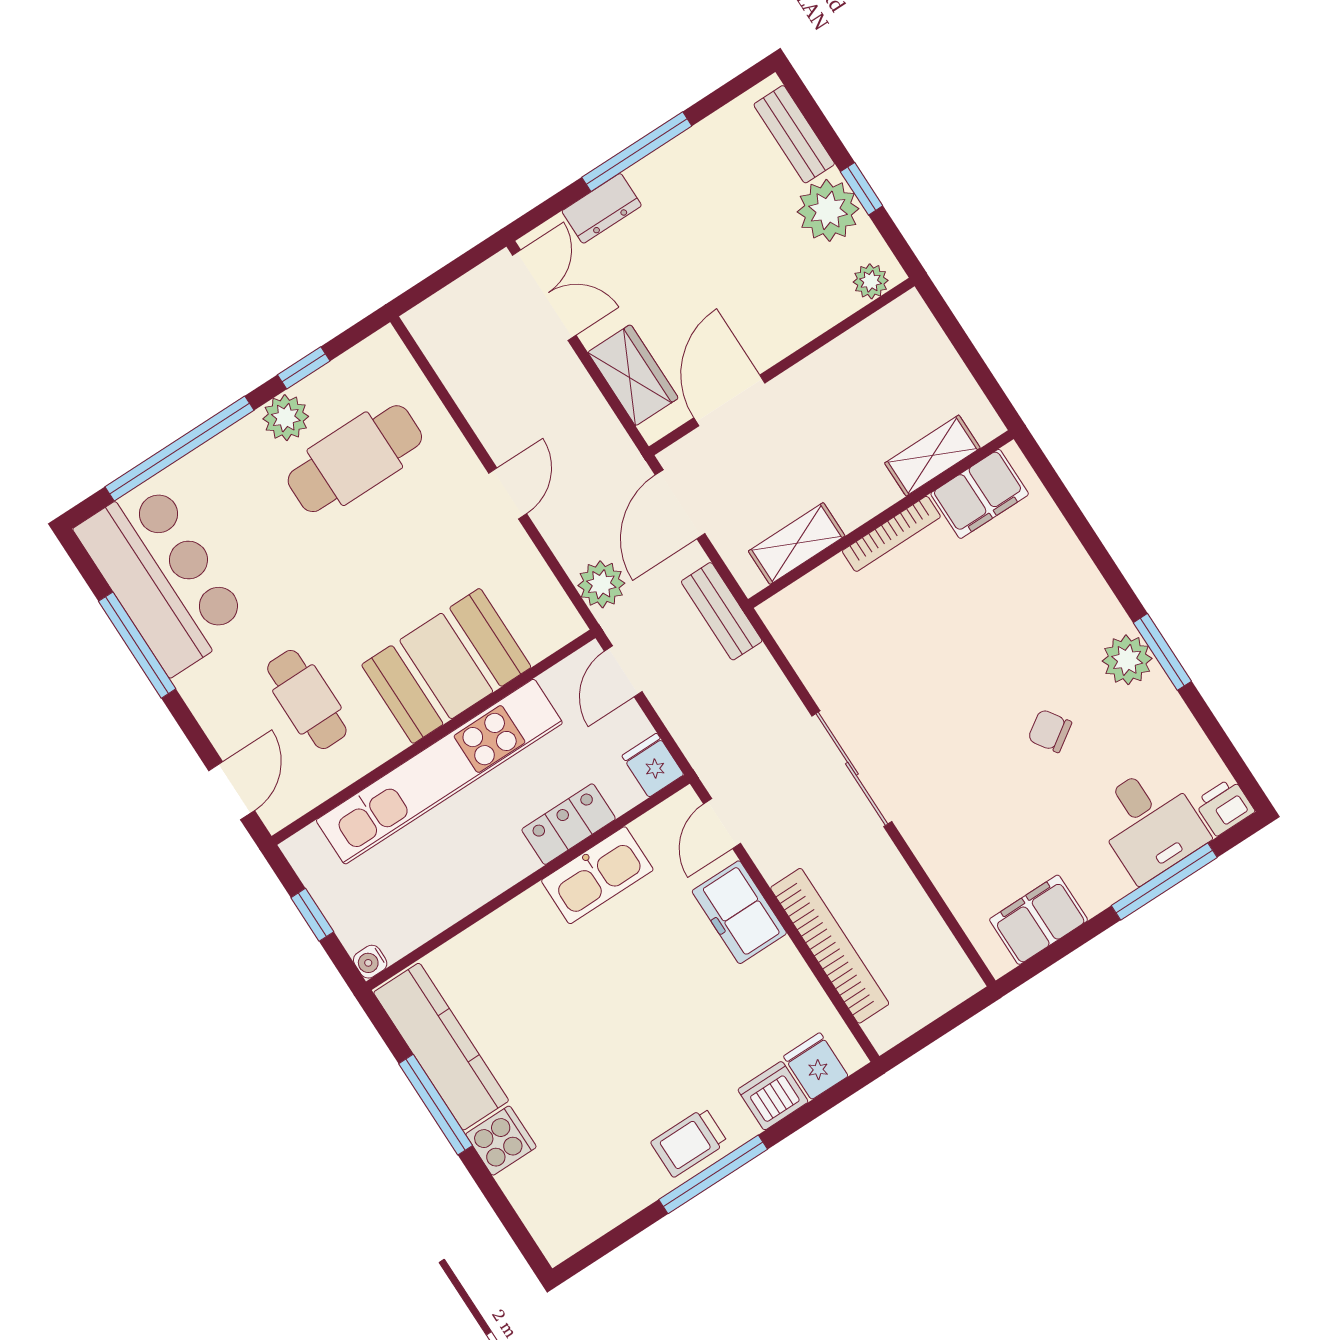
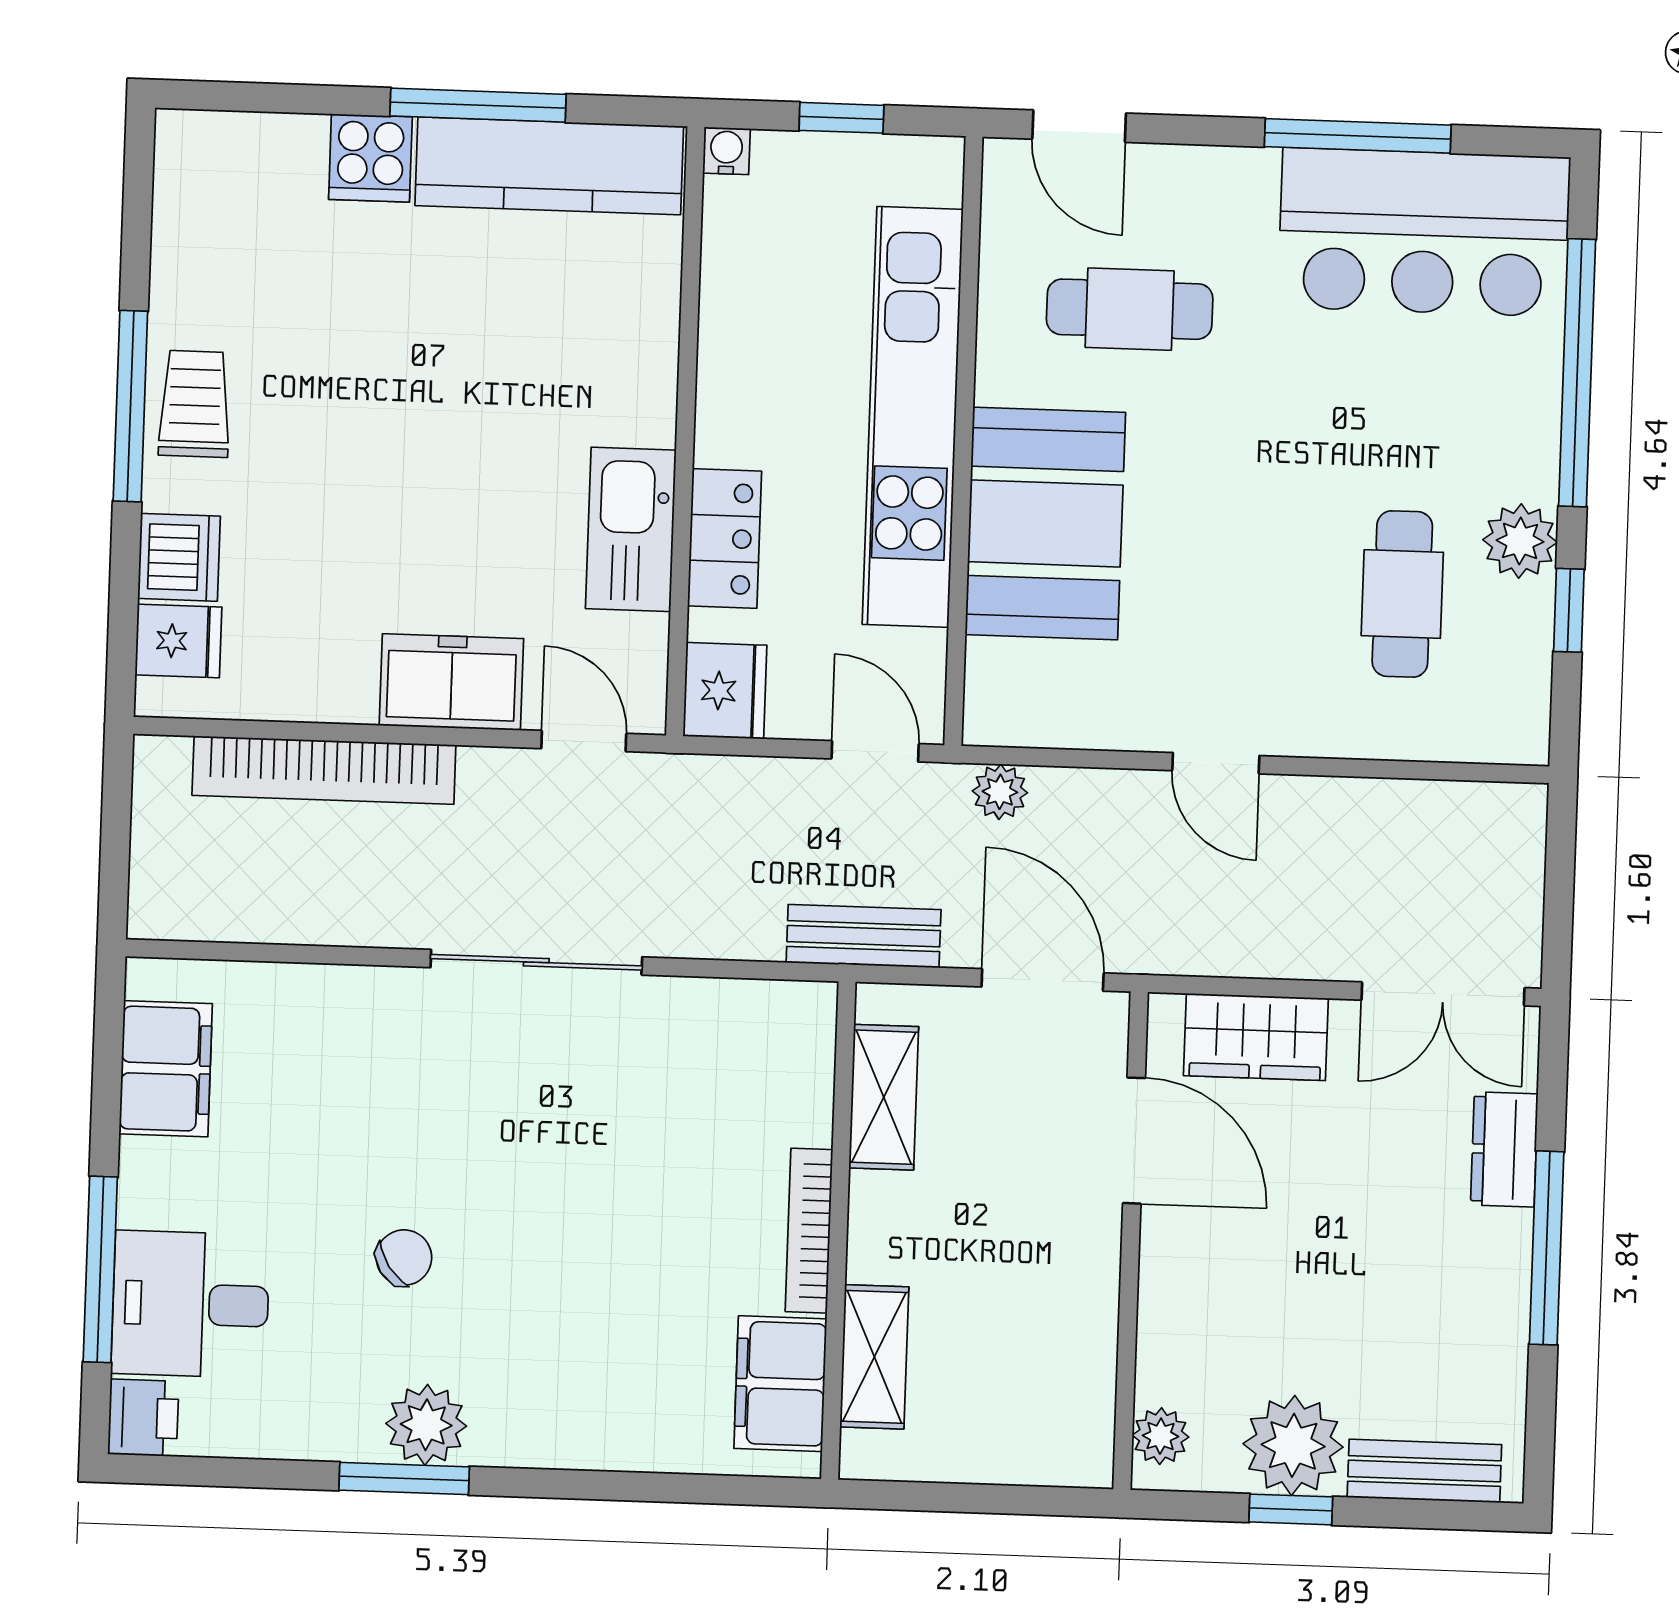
cafe table: (355, 459) -> (1402, 594), width x0.73, depth x0.74
plant: (601, 584) -> (1000, 792), width x0.73, depth x0.73
fridge: (653, 765) -> (725, 691), width x1.38

